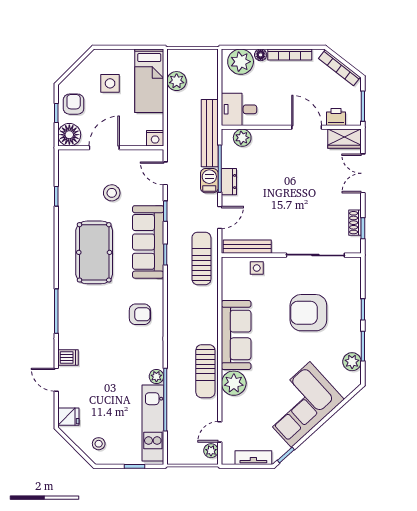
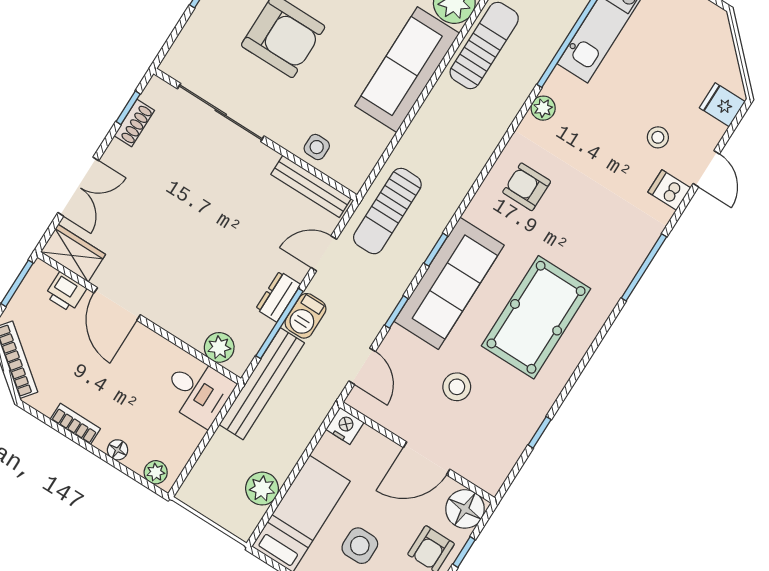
bookcase: (290, 55) -> (75, 424), width x0.64
plant: (241, 62) -> (156, 472), width x0.53, depth x0.53
plant: (156, 377) -> (543, 108), moved
stool: (99, 444) -> (658, 137), moved

